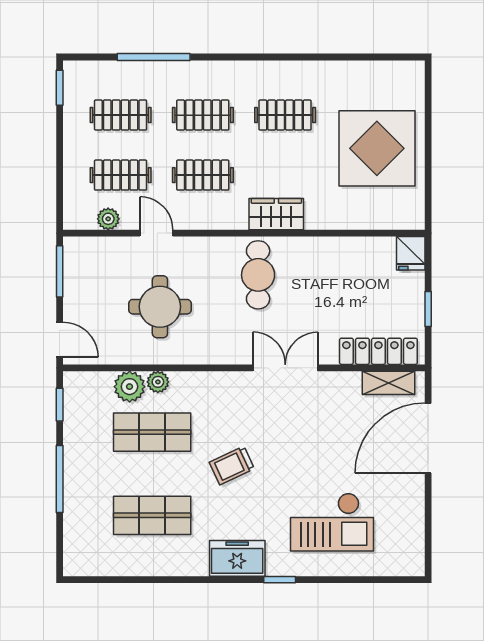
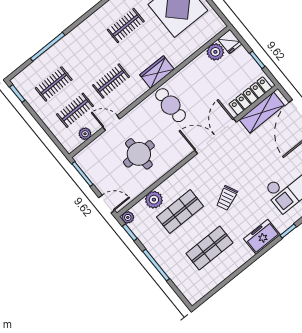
clothes rail: (203, 115) -> (90, 55), removed
plant: (379, 251) -> (215, 52), added
double door: (285, 368) -> (216, 136), width x1.37
plant: (158, 382) -> (128, 217), moved
shelving: (389, 383) -> (262, 113), width x1.50, depth x1.33

